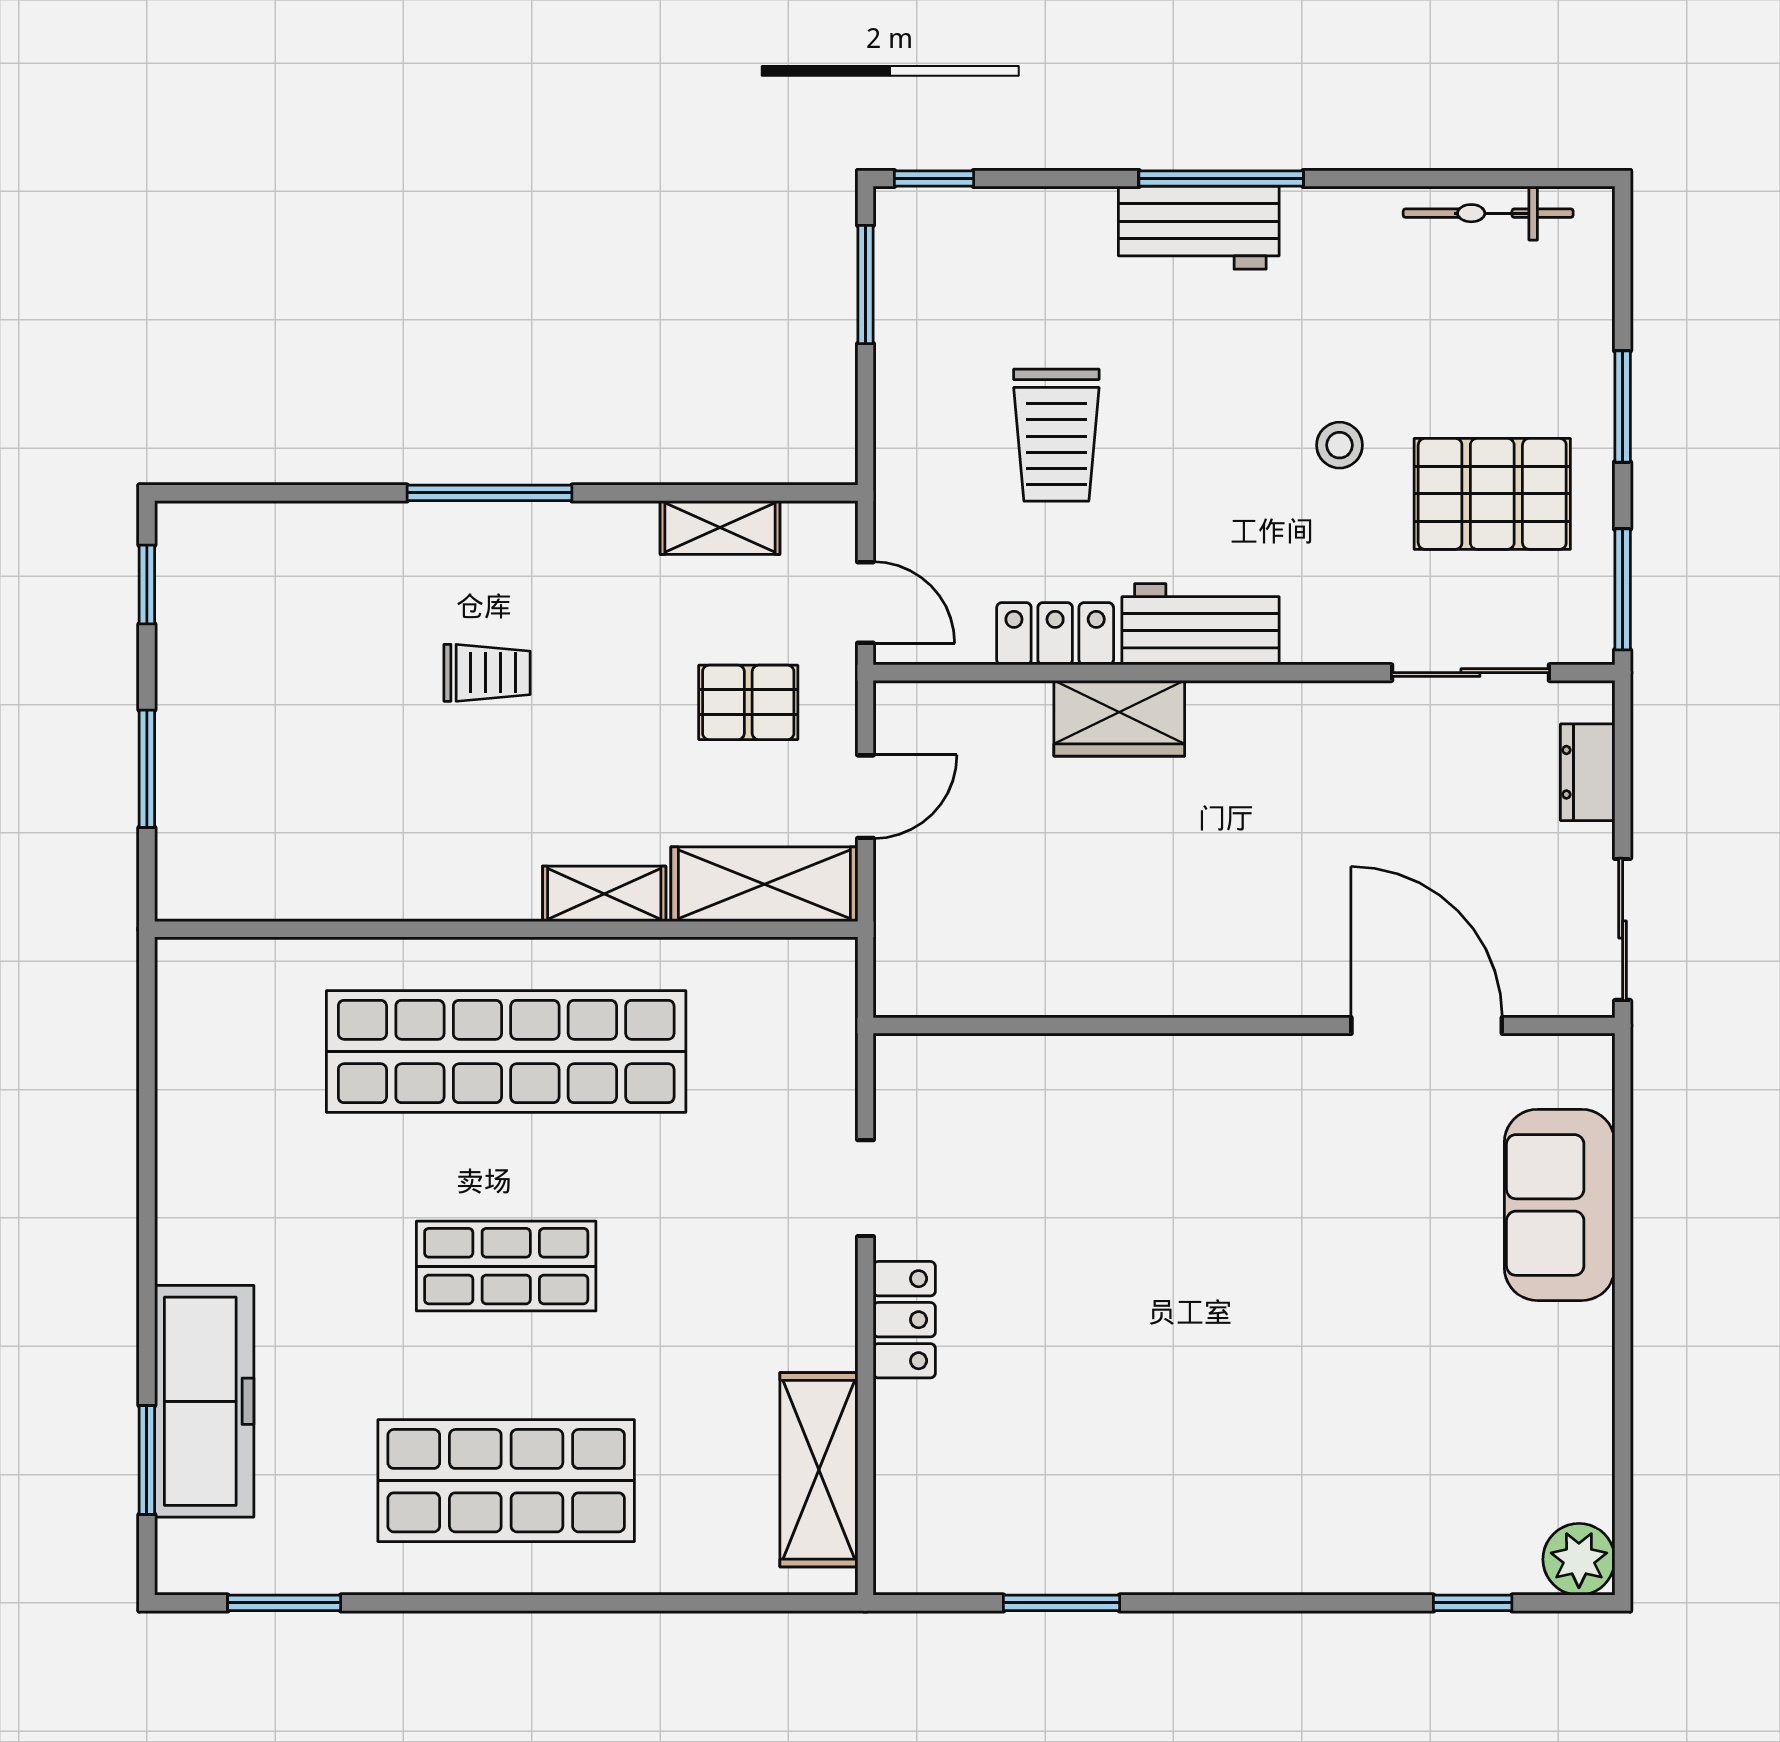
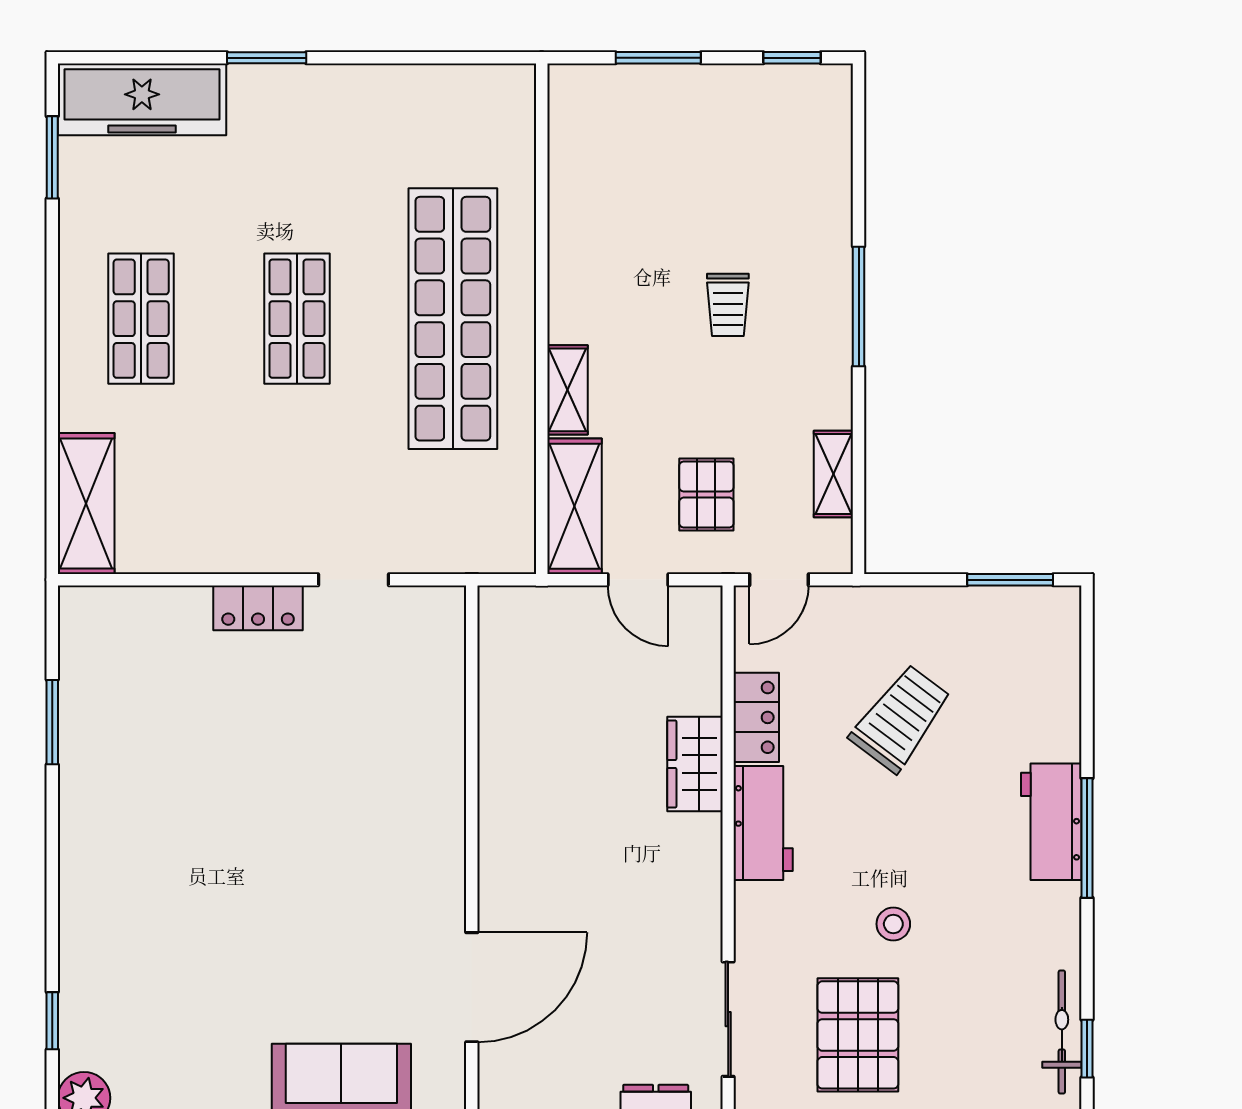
window: (934, 179) -> (1087, 1049), moved
trolley: (1056, 435) -> (901, 718), turned 127
freezer: (204, 1401) -> (142, 99), moved
window: (147, 1460) -> (267, 58), moved
shelving: (819, 1470) -> (86, 503), moved, turned 90
shop shelf: (506, 1481) -> (141, 319), width x0.70, depth x0.74

